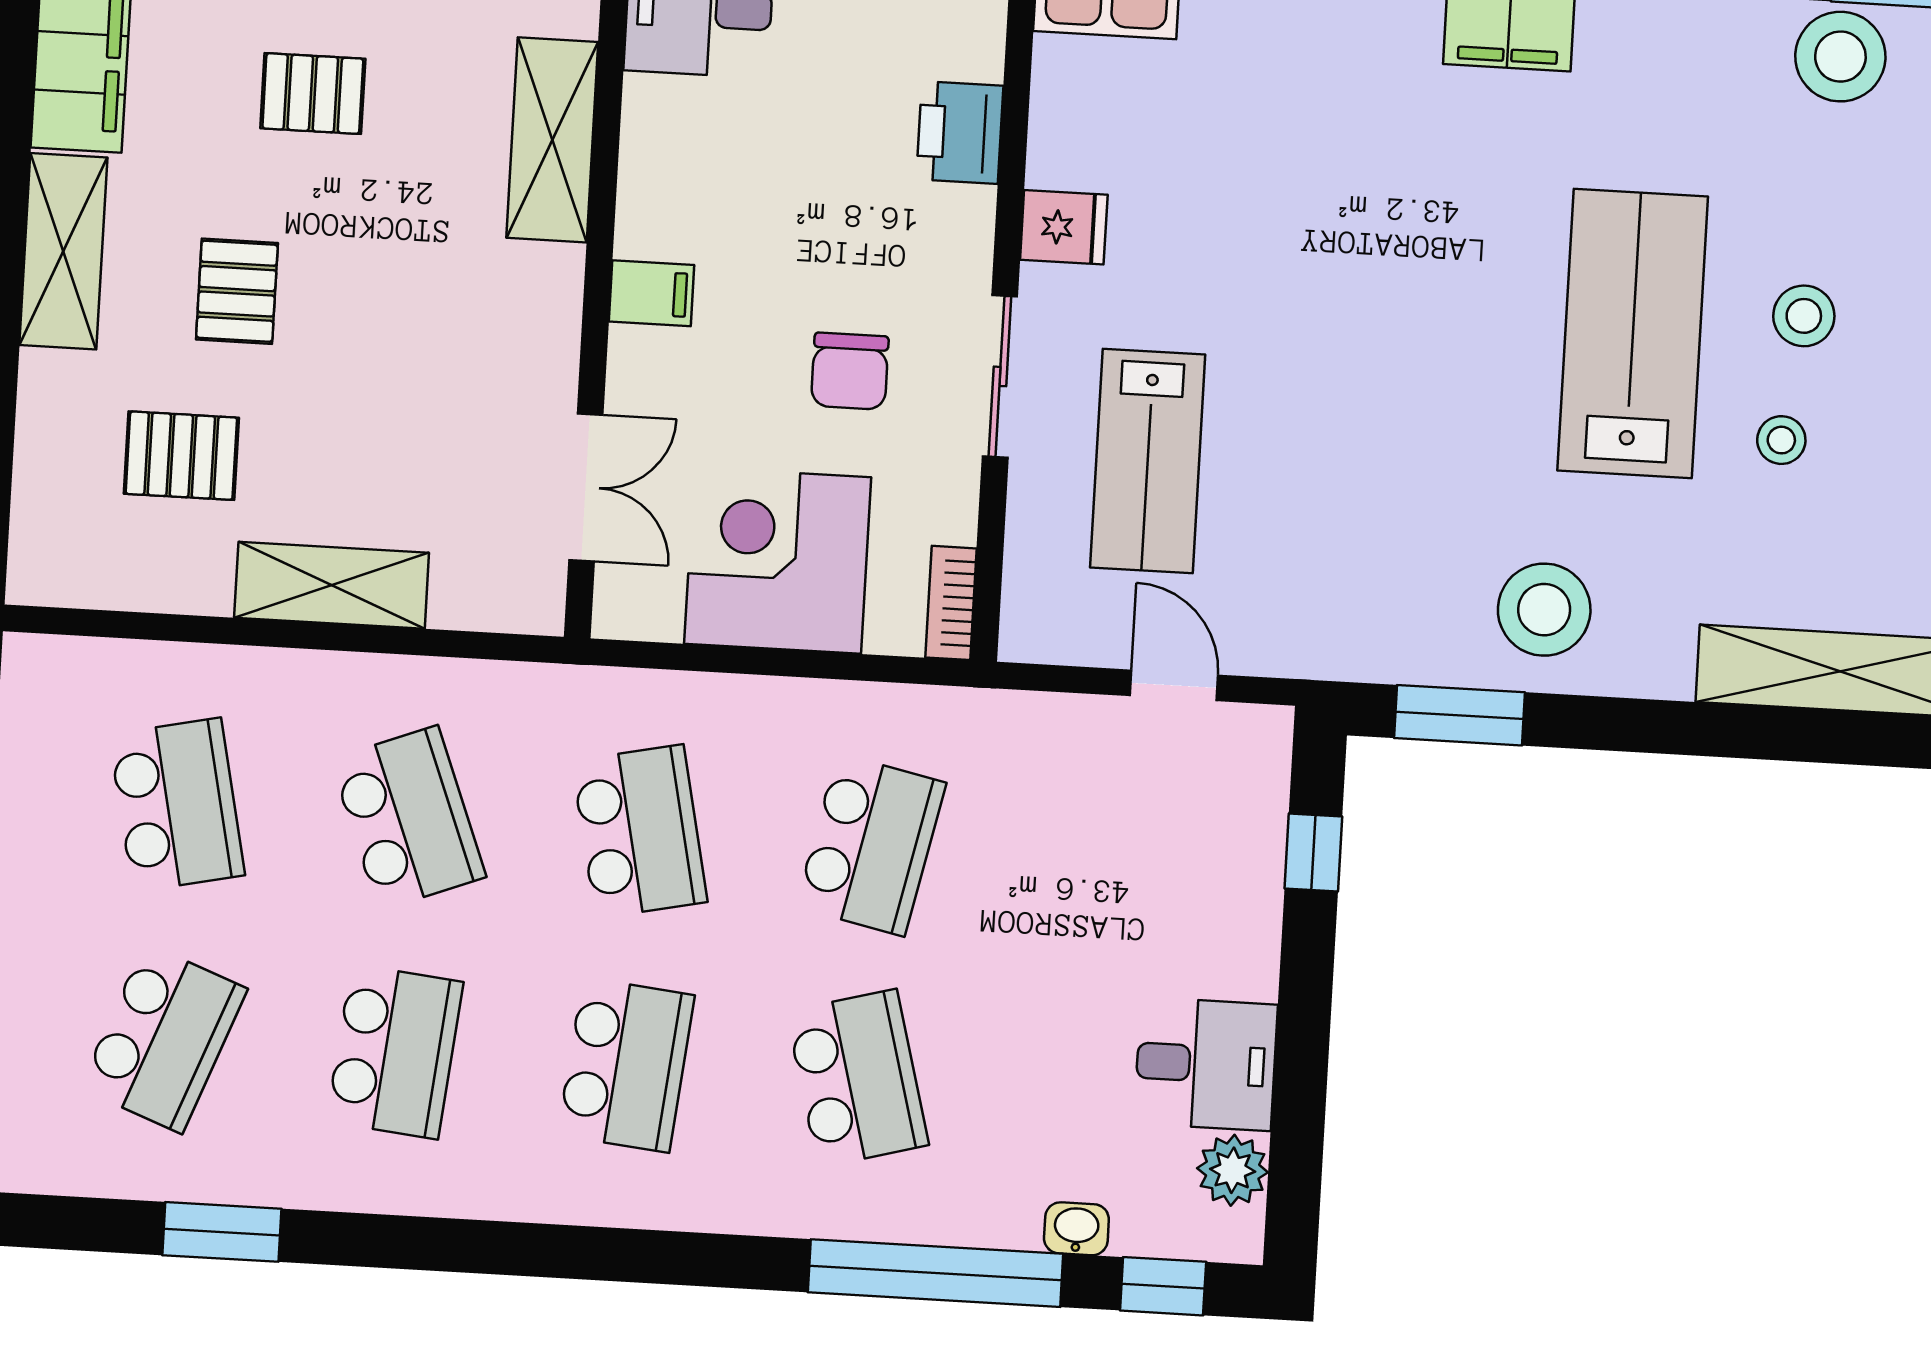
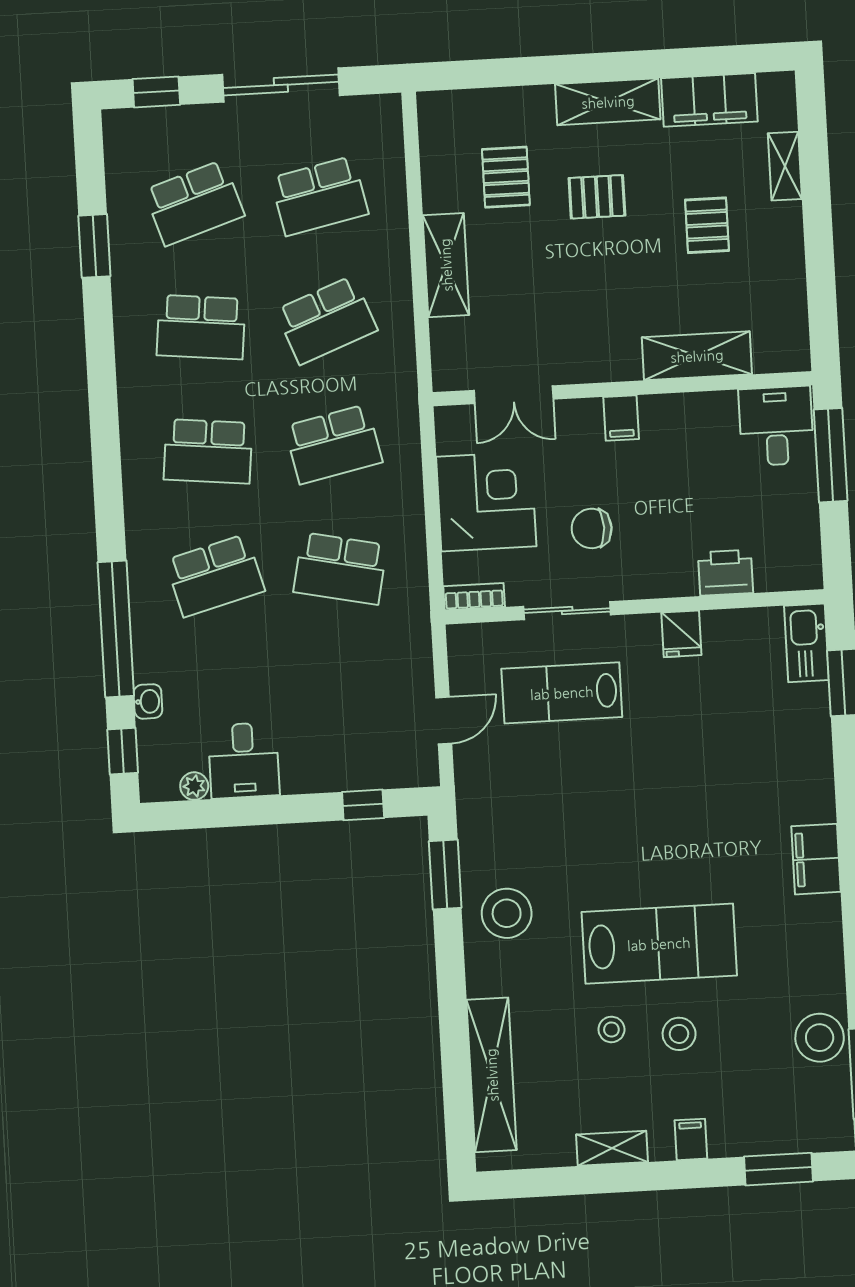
sliding door: (1000, 376) -> (567, 611), moved
school desk: (163, 1038) -> (194, 203), turned -39
plant: (1233, 1170) -> (194, 786), width x0.73, depth x0.73

